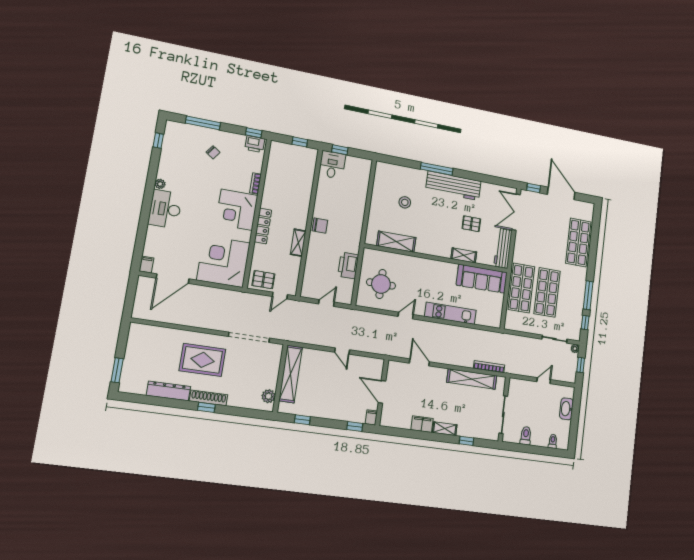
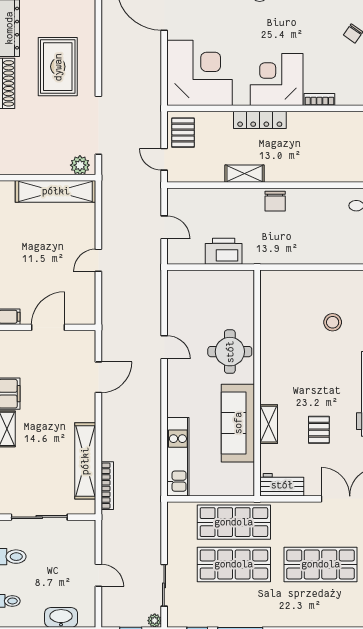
shelving: (396, 242) -> (271, 318), removed
shop shelf: (578, 242) -> (321, 564), moved
workbench: (503, 248) -> (282, 485), width x0.73
sofa: (482, 279) -> (238, 423), moved
round table: (381, 284) -> (230, 352), moved
kitchen unit: (450, 313) -> (178, 457), moved
plant: (268, 396) -> (80, 165), moved

